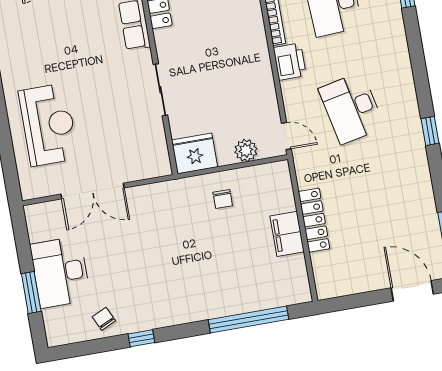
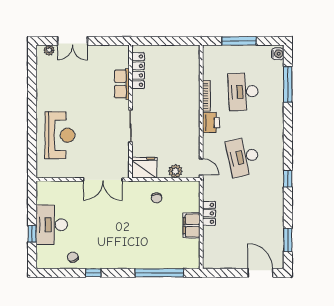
double door: (93, 191) -> (103, 180), moved
locker: (314, 220) -> (209, 213), width x0.66
window: (31, 293) -> (32, 234), width x0.67

